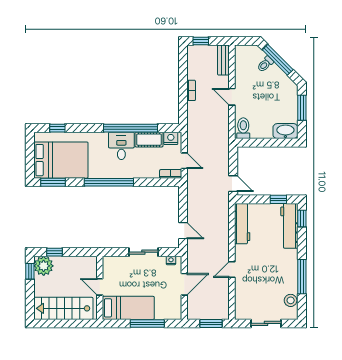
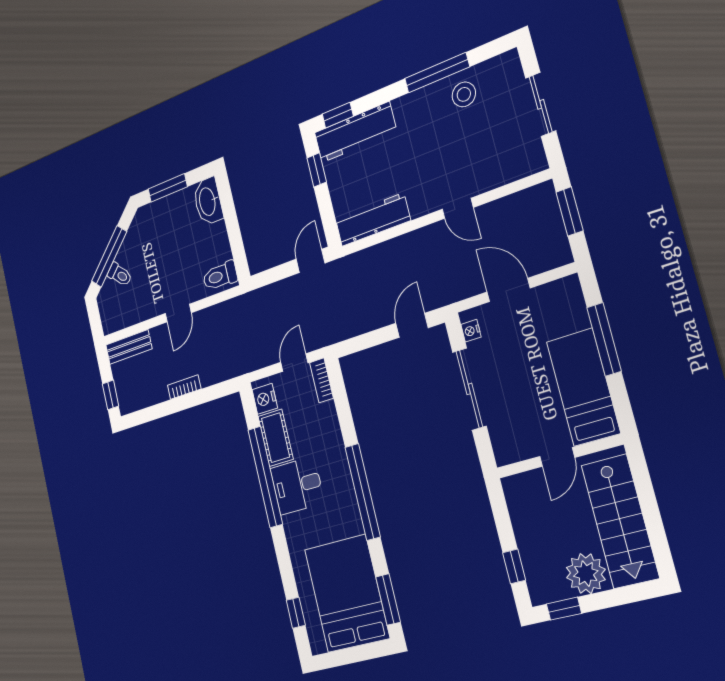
sliding door: (143, 252) -> (469, 389), width x1.37
plant: (44, 266) -> (586, 574), moved
stool: (291, 300) -> (464, 94), moved

